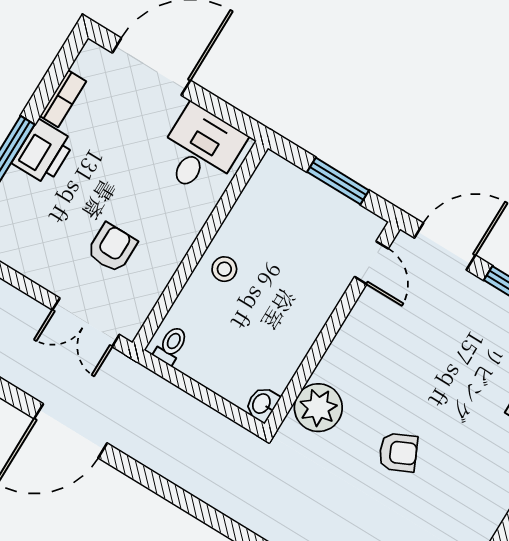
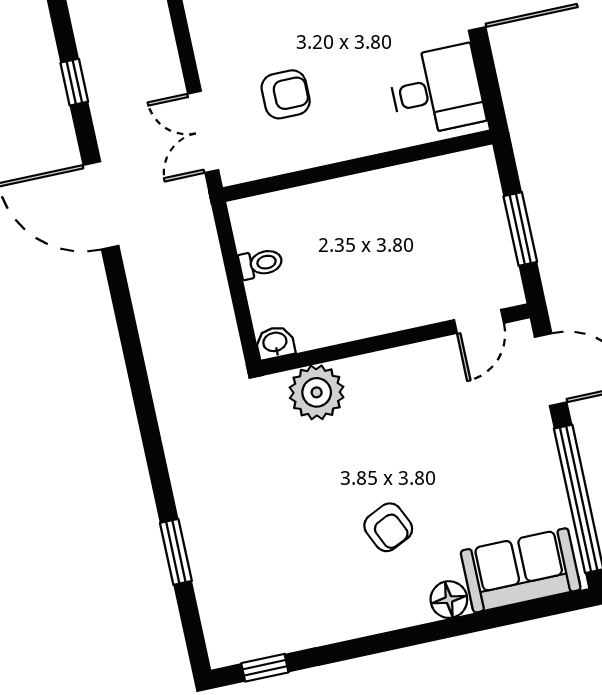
stool: (224, 269) -> (357, 204), removed
toilet: (171, 345) -> (261, 263), moved
armchair: (398, 452) -> (388, 527), moved

